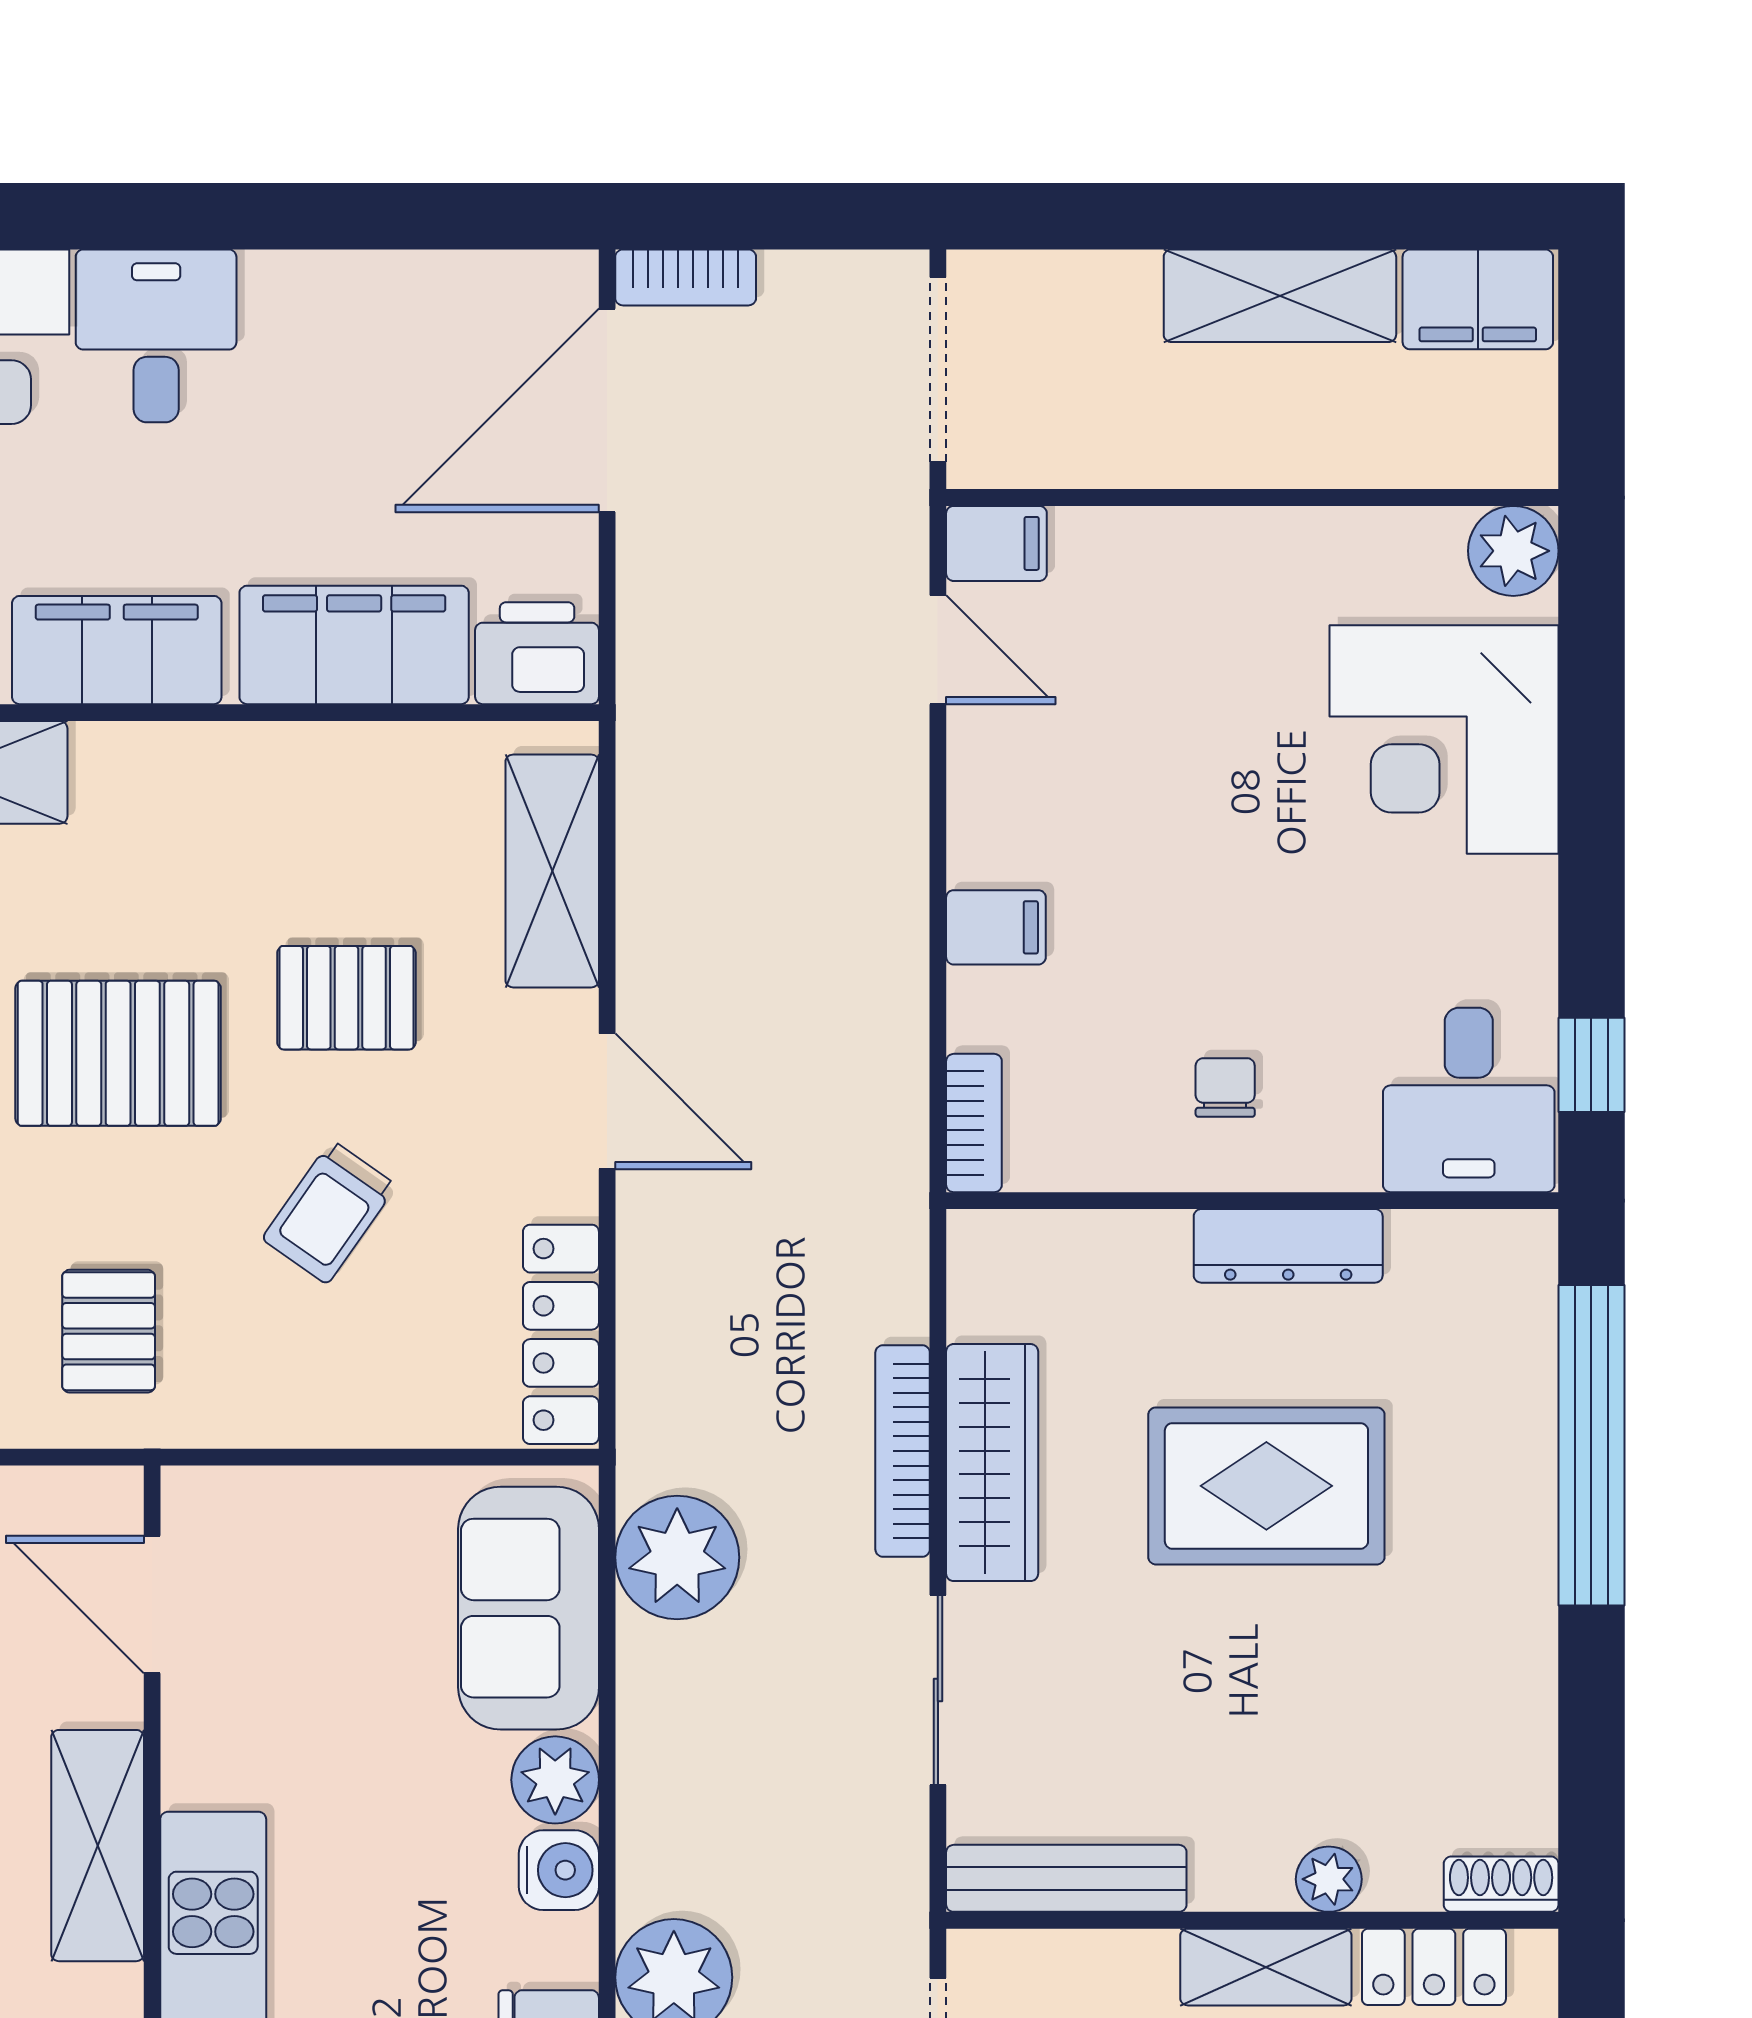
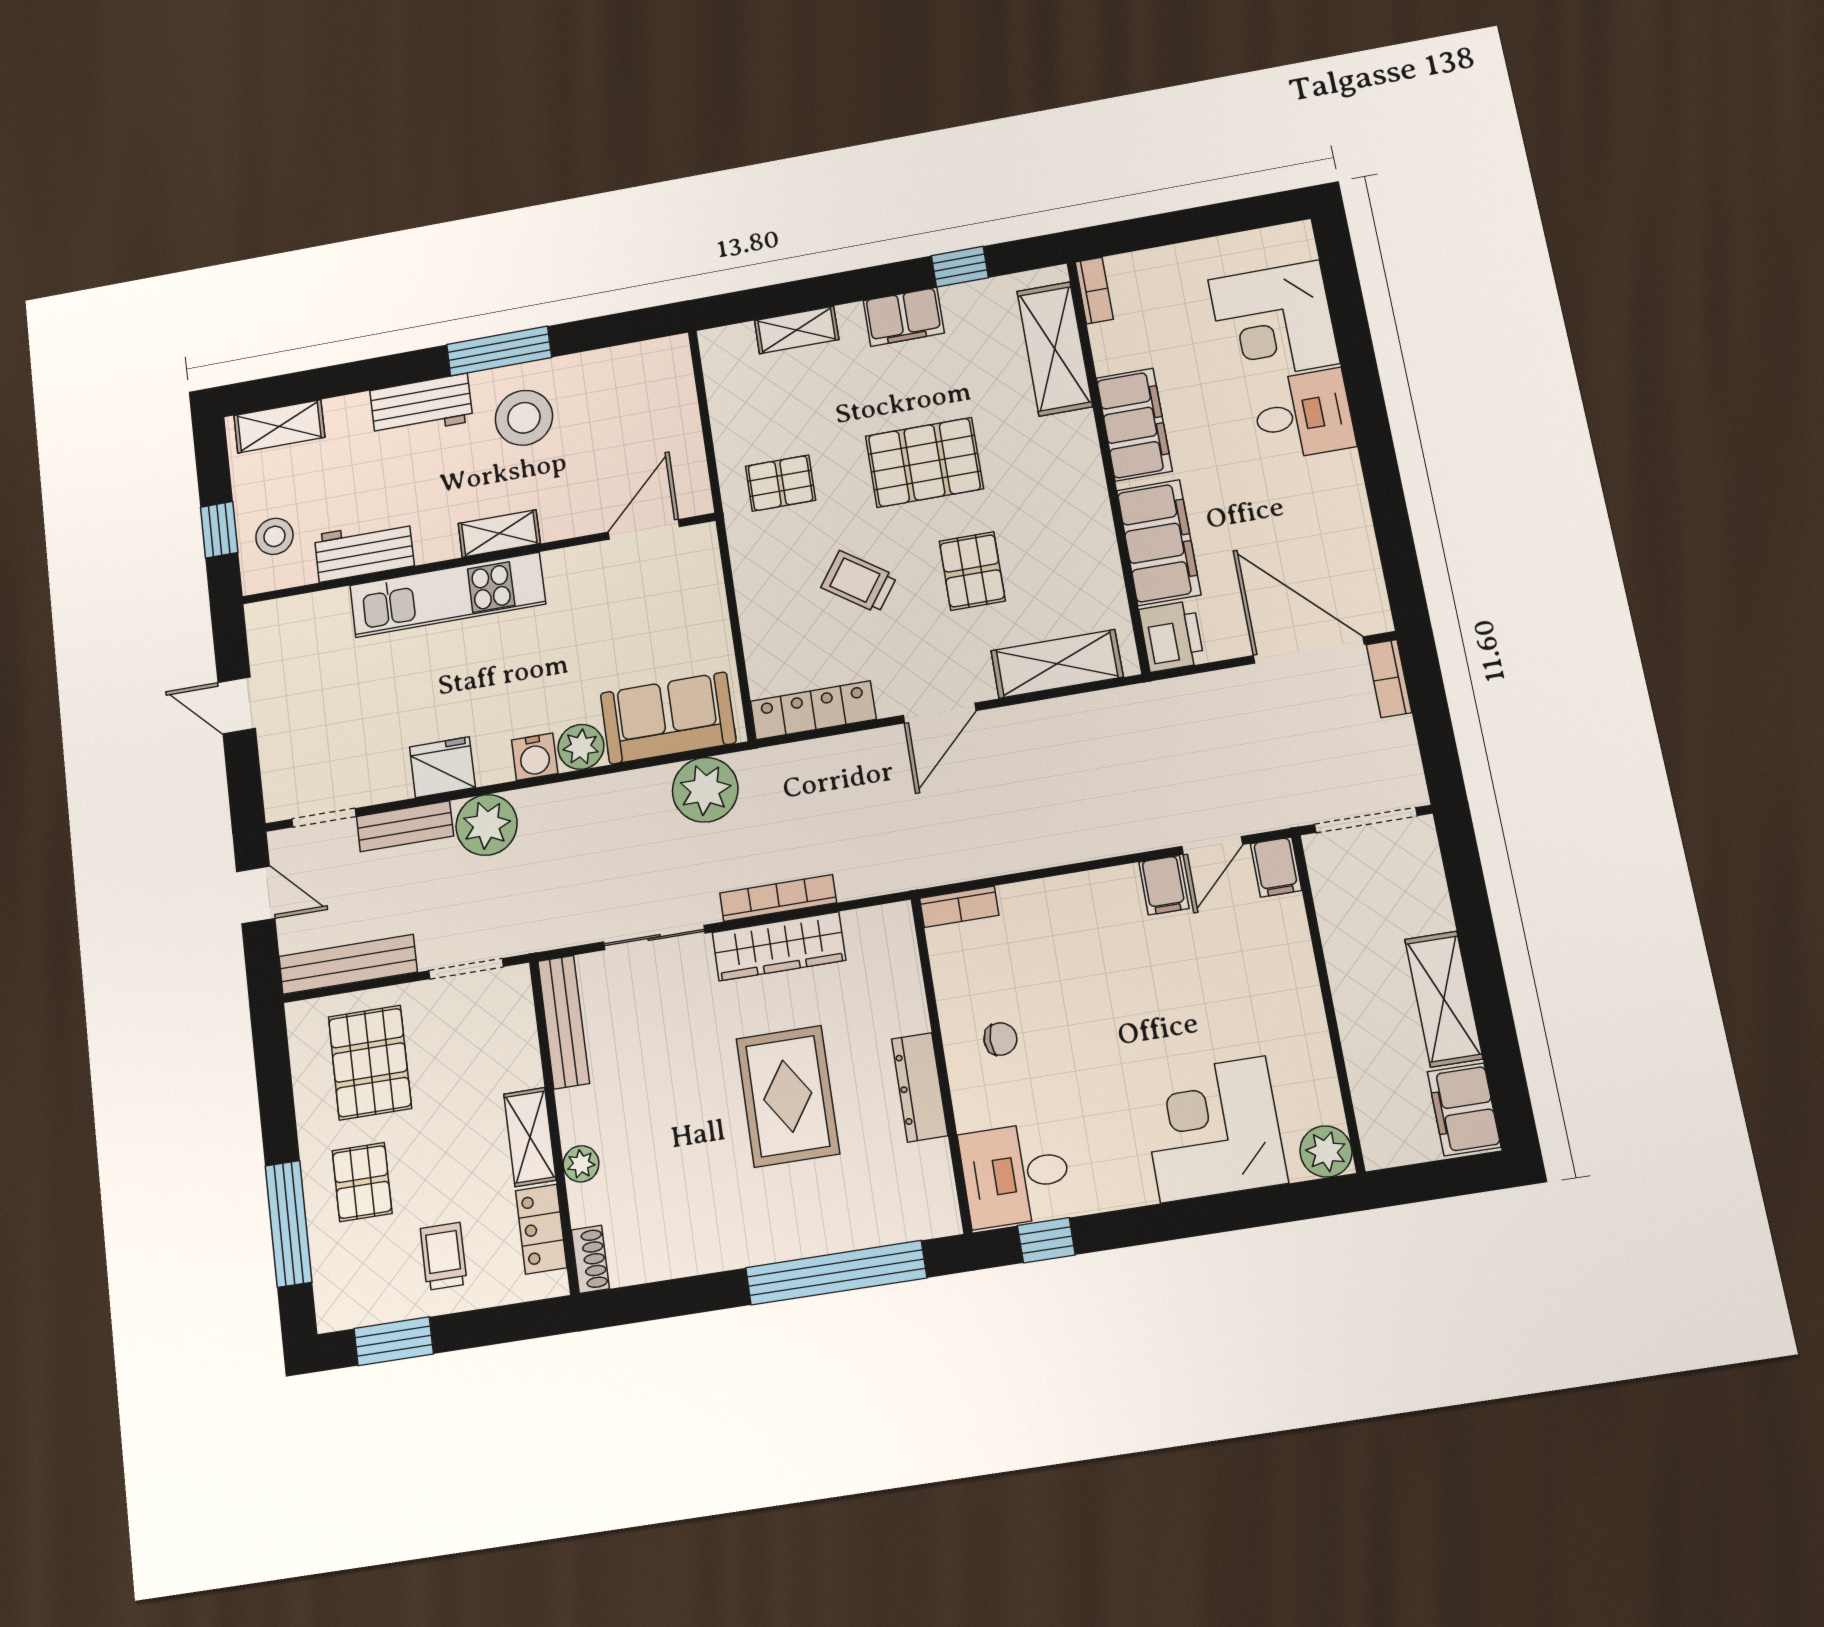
filing cabinet: (996, 927) -> (1164, 885), moved
pallet: (118, 1053) -> (924, 462), turned 90
shelving: (98, 1846) -> (499, 533), width x0.67, depth x0.75

